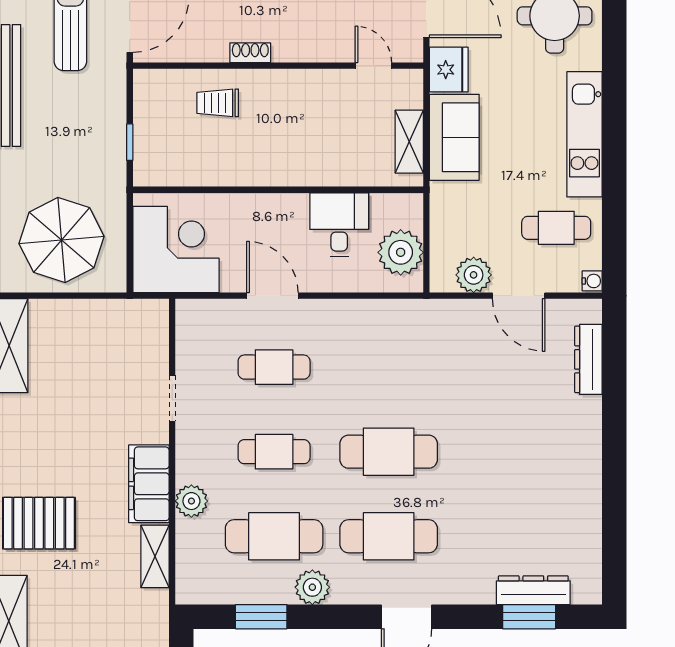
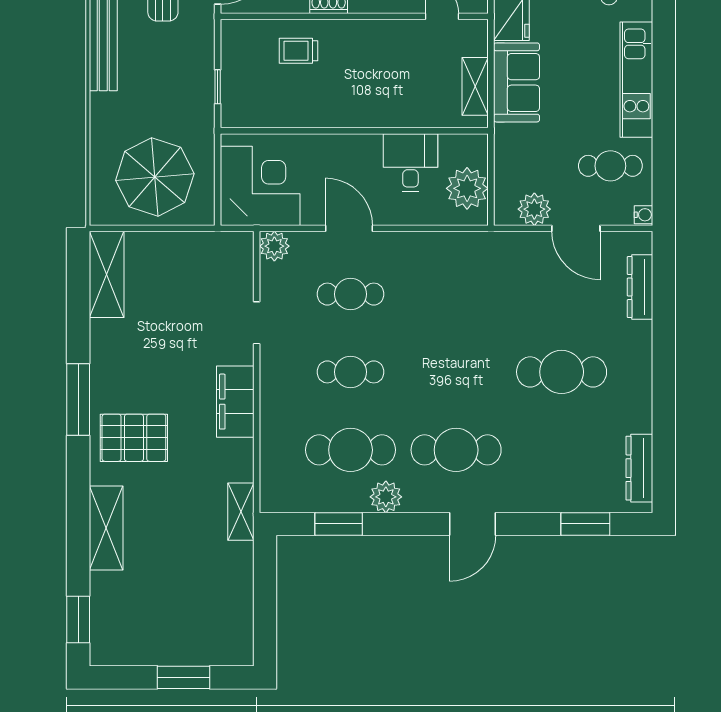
cafe table: (389, 452) -> (562, 372), moved
plant: (191, 501) -> (274, 246), moved
shelving: (155, 556) -> (241, 512), moved
dresser: (533, 590) -> (639, 468), moved, turned -90

